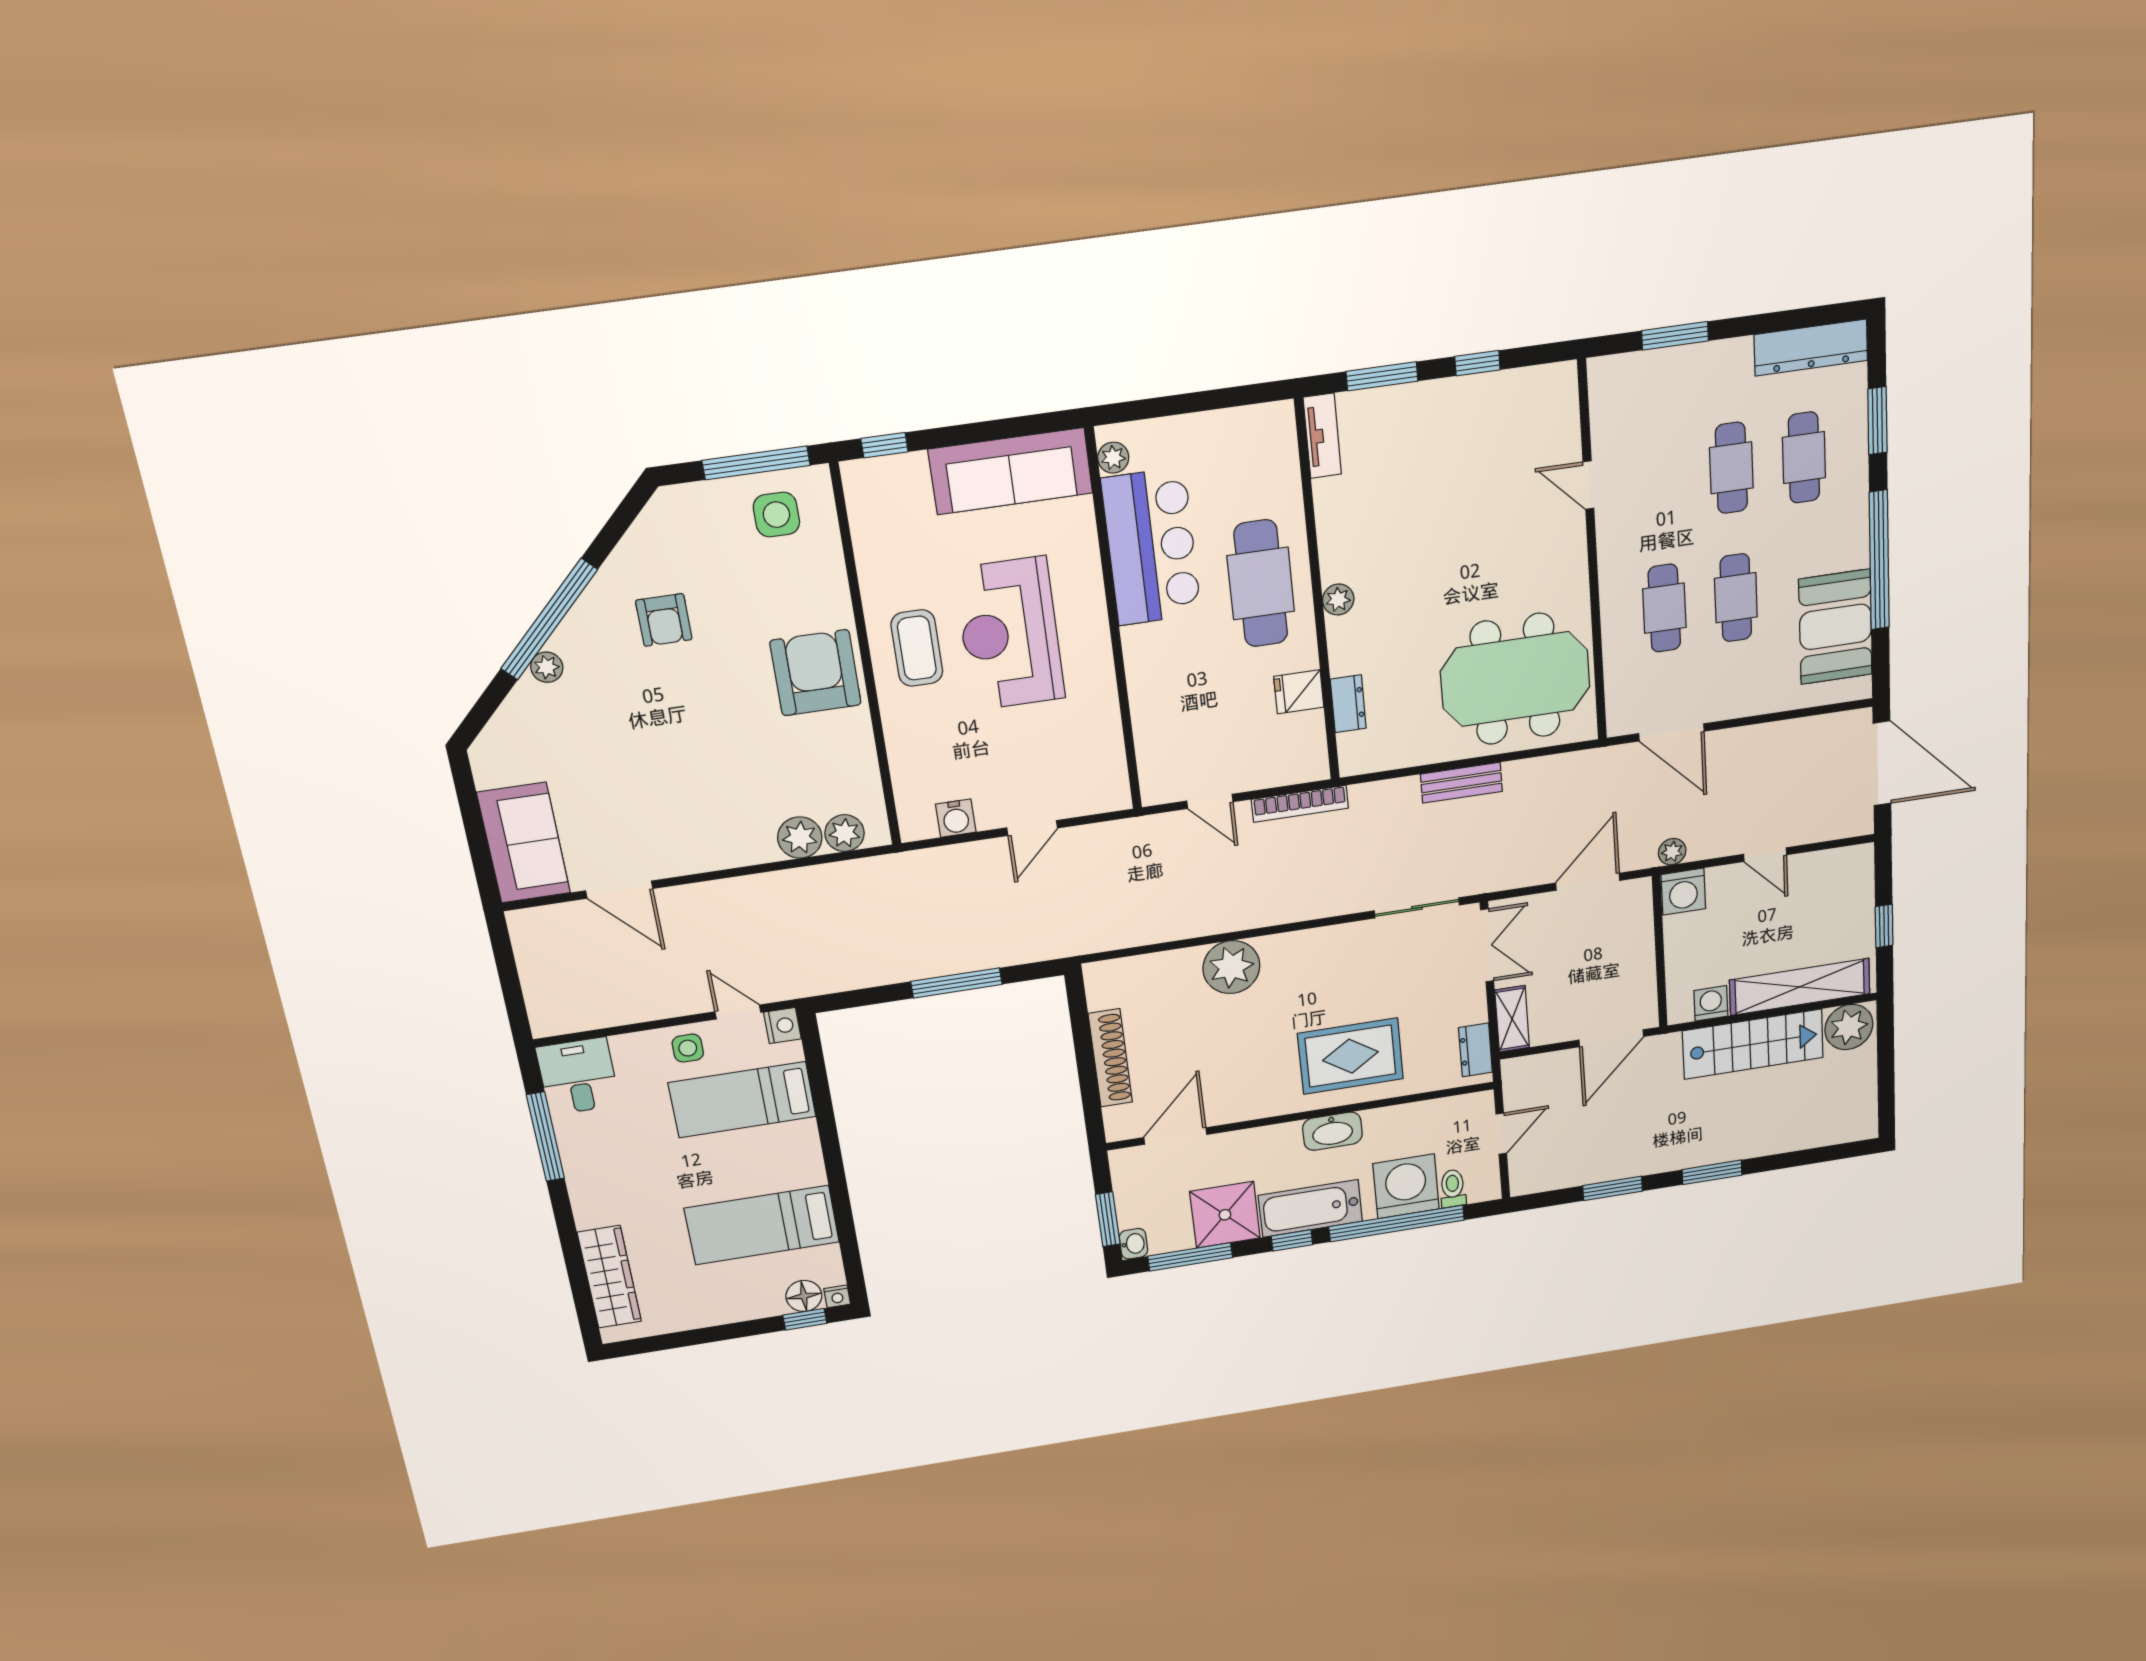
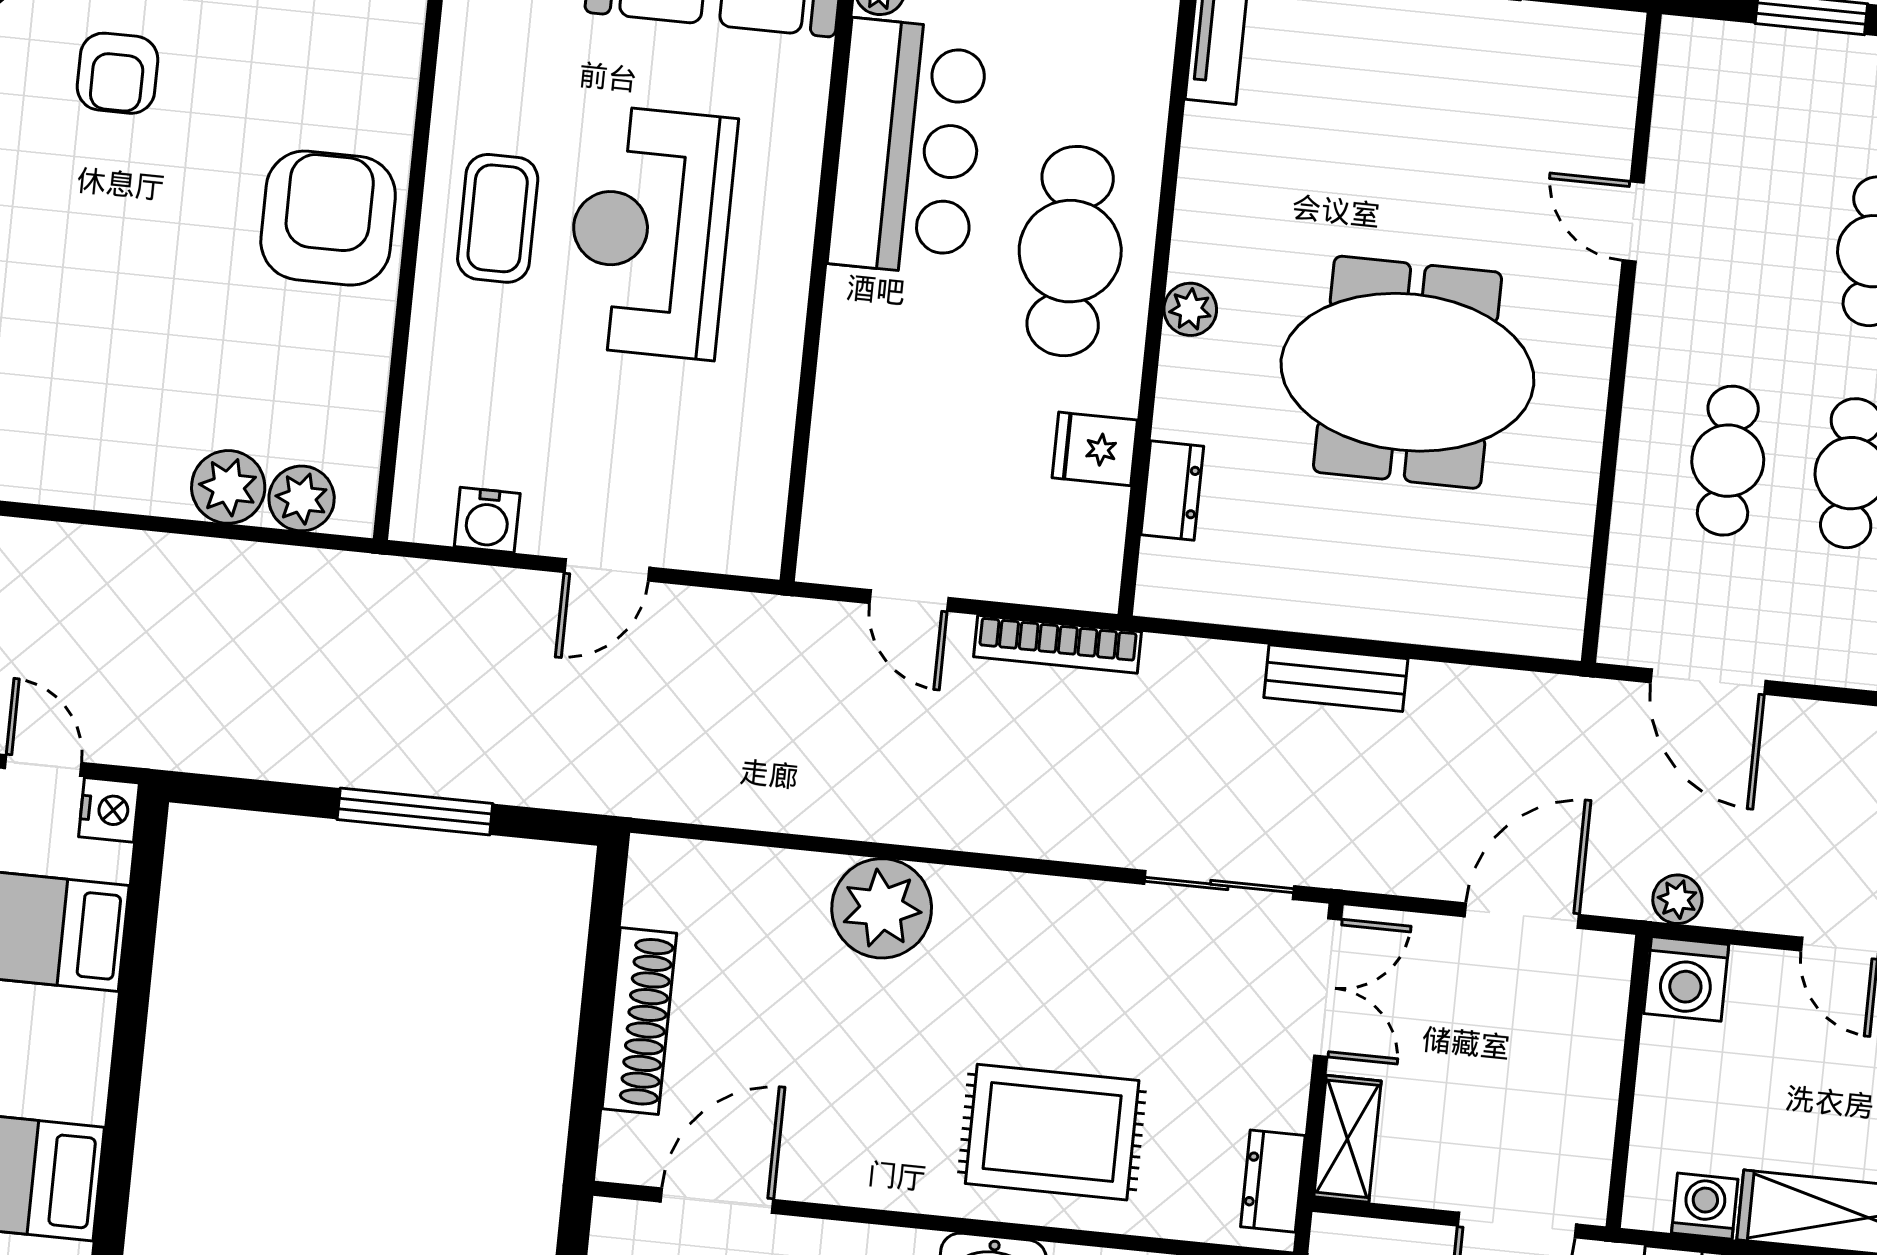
meeting table: (1515, 679) -> (1407, 372), moved

